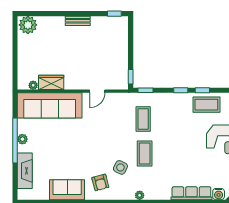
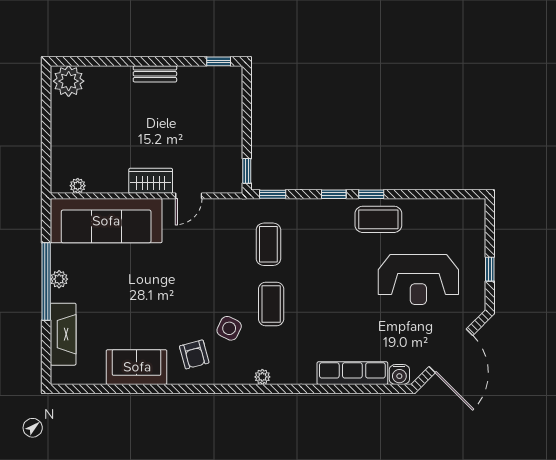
wardrobe: (51, 82) -> (151, 181), moved

